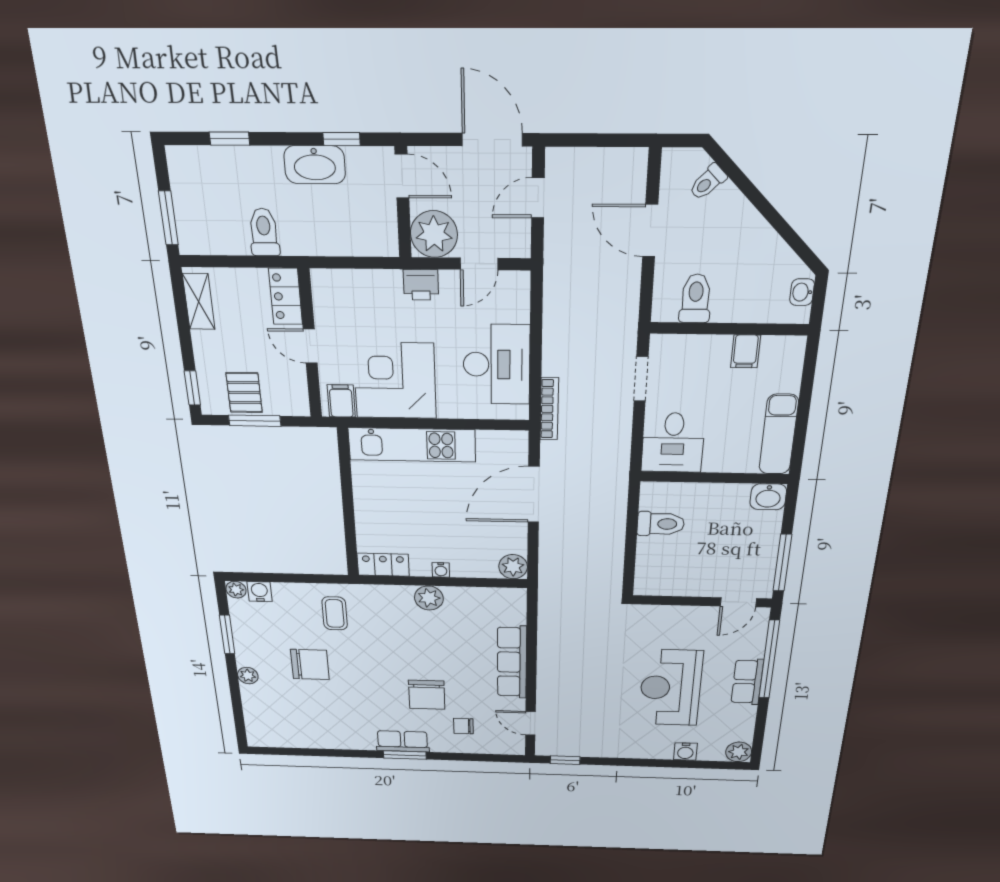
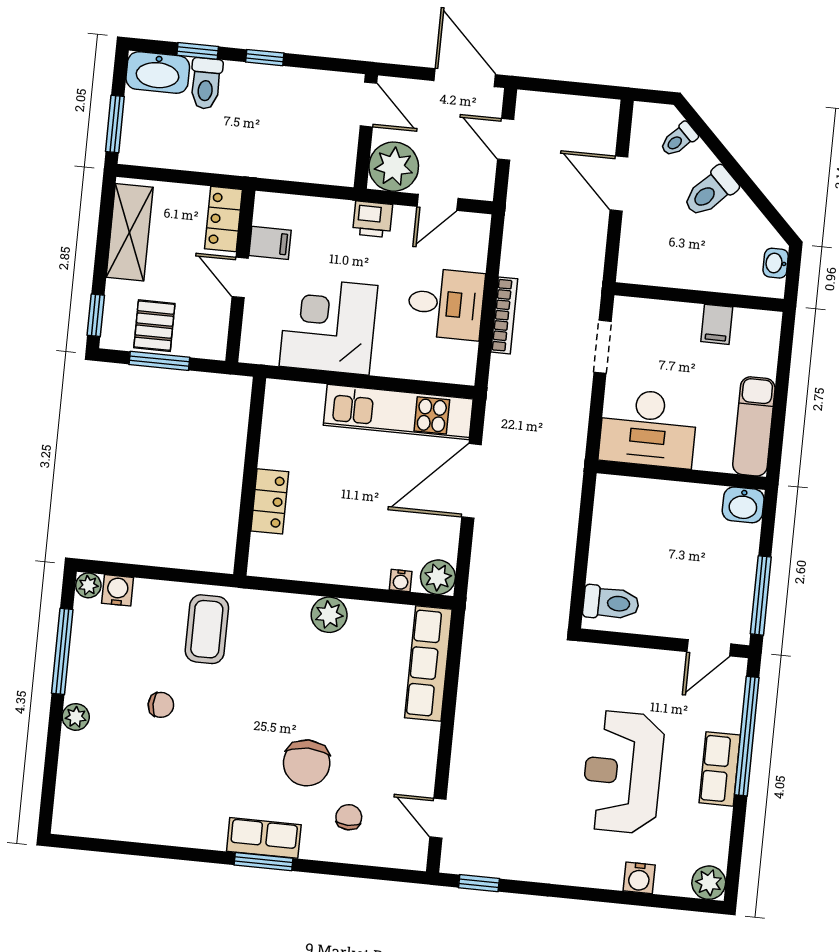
window: (342, 139) -> (265, 58), moved
washbasin: (315, 165) -> (158, 73), moved
door: (538, 198) -> (506, 139), hinge flipped
toilet: (264, 232) -> (206, 84), moved, turned 180
toilet: (696, 299) -> (710, 192), moved, turned -135
shelving: (199, 301) -> (130, 232), width x1.50, depth x1.33
desk: (497, 364) -> (446, 304), width x0.73
filing cabinet: (341, 401) -> (270, 243), moved, turned 90
bookcase: (549, 409) -> (504, 315), moved
desk: (673, 443) -> (648, 428), width x1.37
kitchen unit: (412, 445) -> (398, 412), moved
toilet: (661, 524) -> (611, 603), moved
locker: (383, 565) -> (270, 501), moved, turned 90
water cooler: (441, 570) -> (401, 581), moved
coffee table: (335, 613) -> (207, 629), width x1.36, depth x1.30
window: (227, 635) -> (62, 651), width x1.44
row of seats: (512, 662) -> (428, 663), moved
chair: (310, 664) -> (161, 705), width x0.54, depth x0.54
chair: (463, 726) -> (349, 817), turned 90

